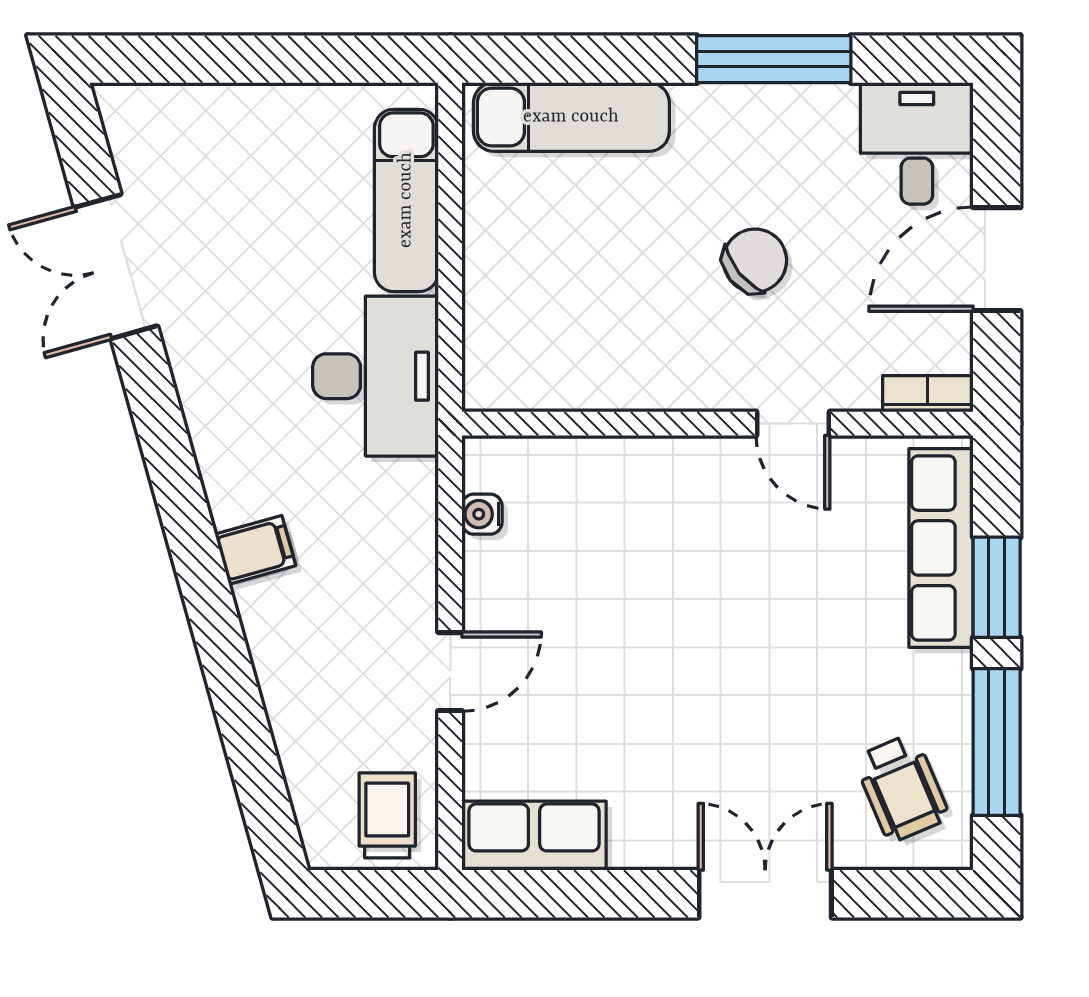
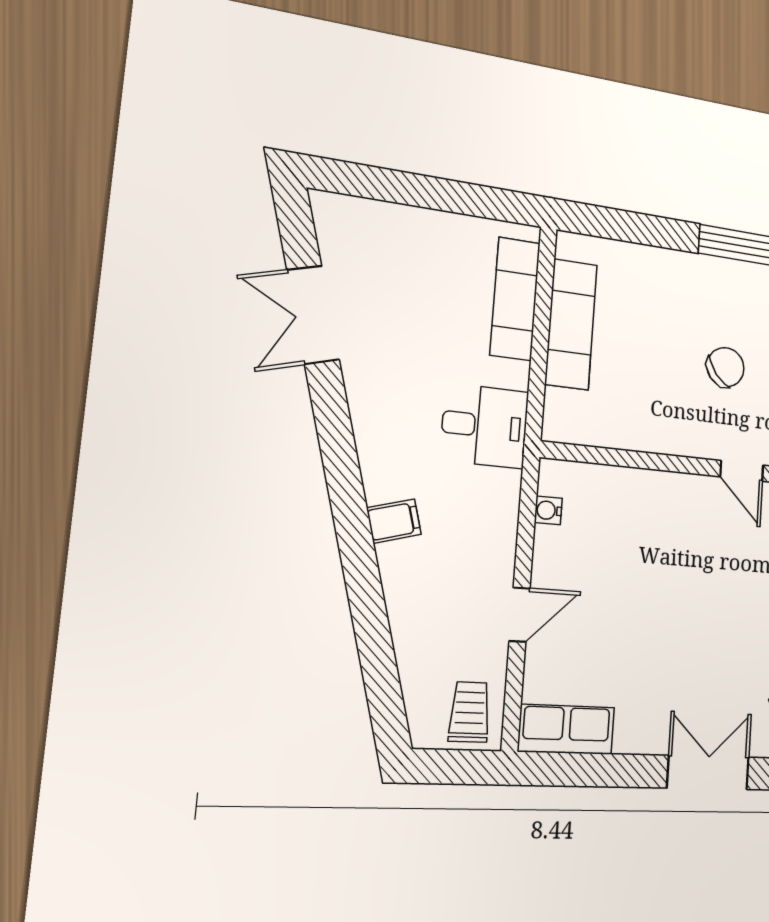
exam couch: (571, 117) -> (571, 324), moved, turned -90
desk: (376, 376) -> (485, 426), width x0.73

